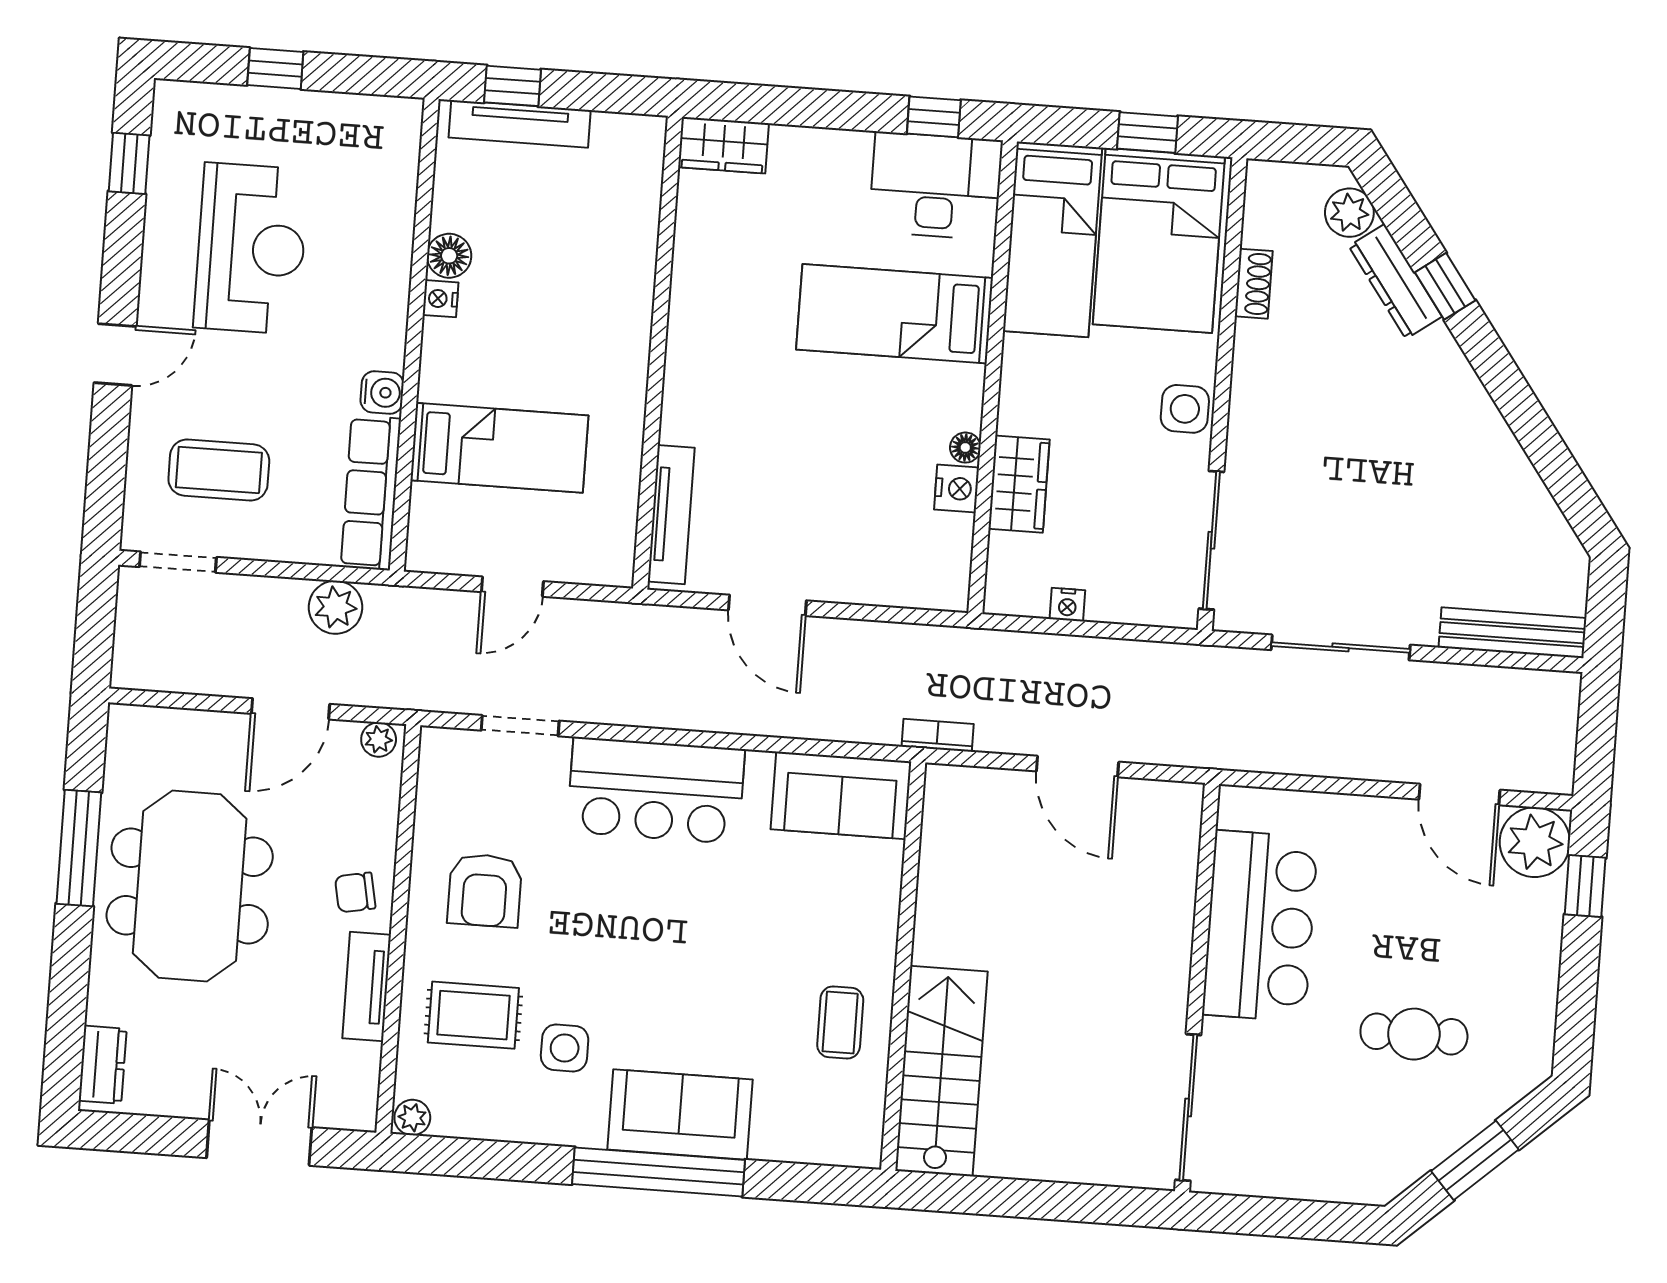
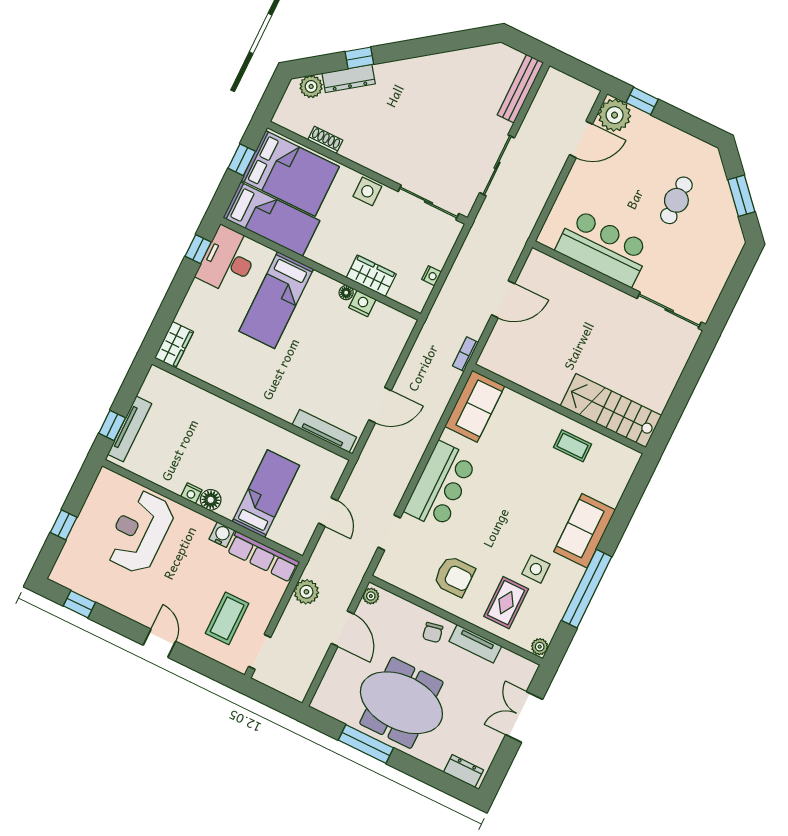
reception desk: (251, 249) -> (140, 532), moved, turned -90
floor lamp: (449, 256) -> (211, 500), moved
window: (658, 1172) -> (587, 589), moved

